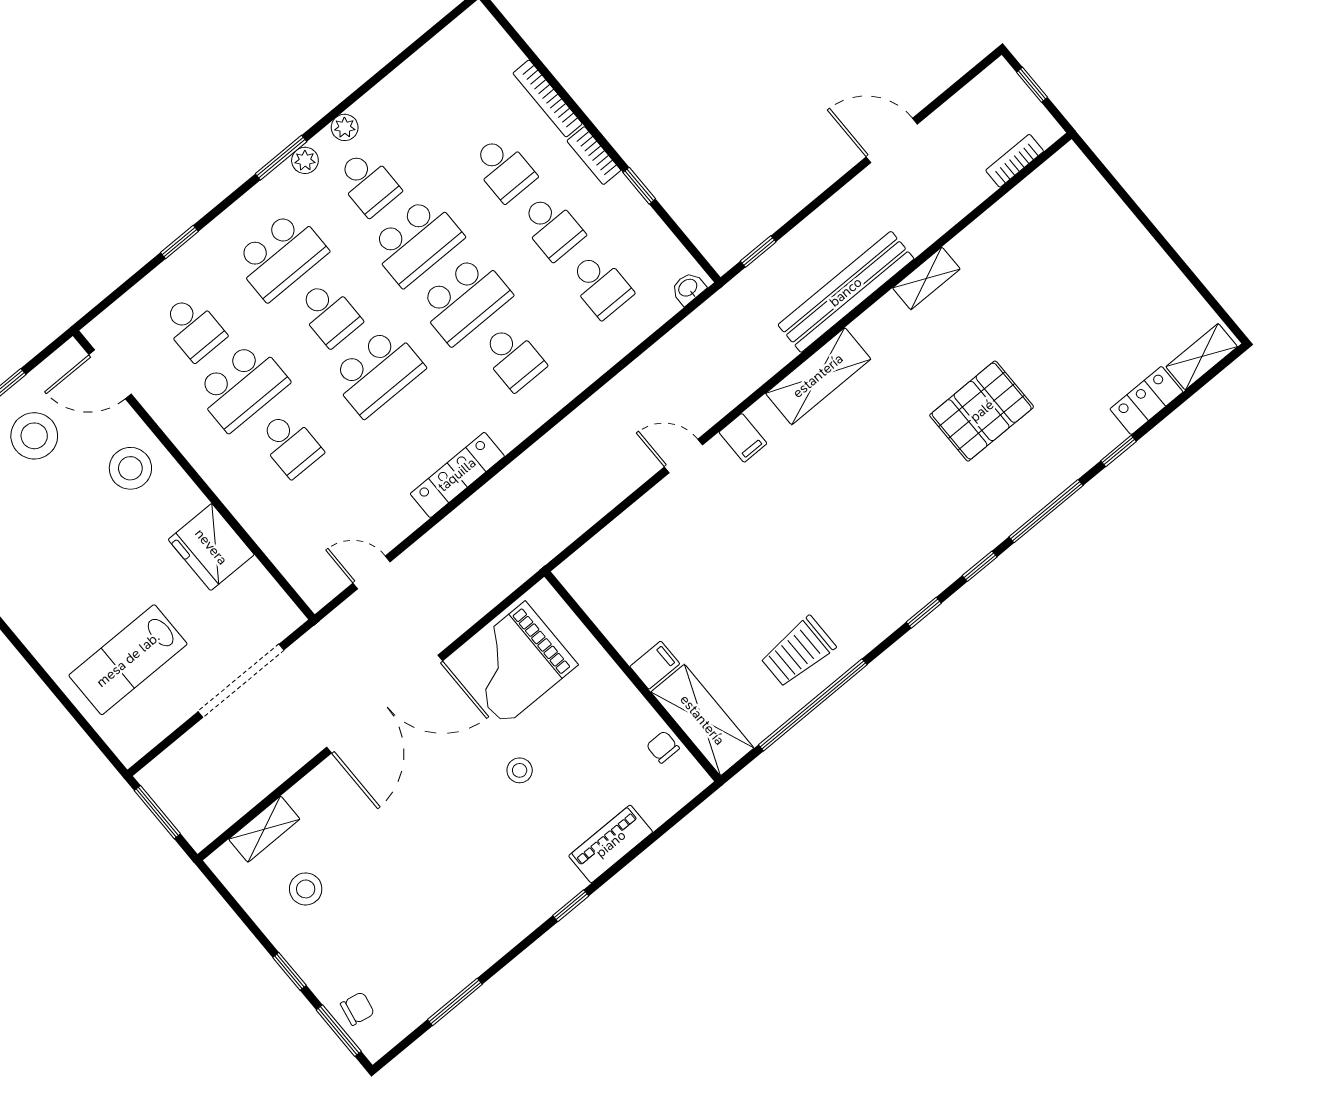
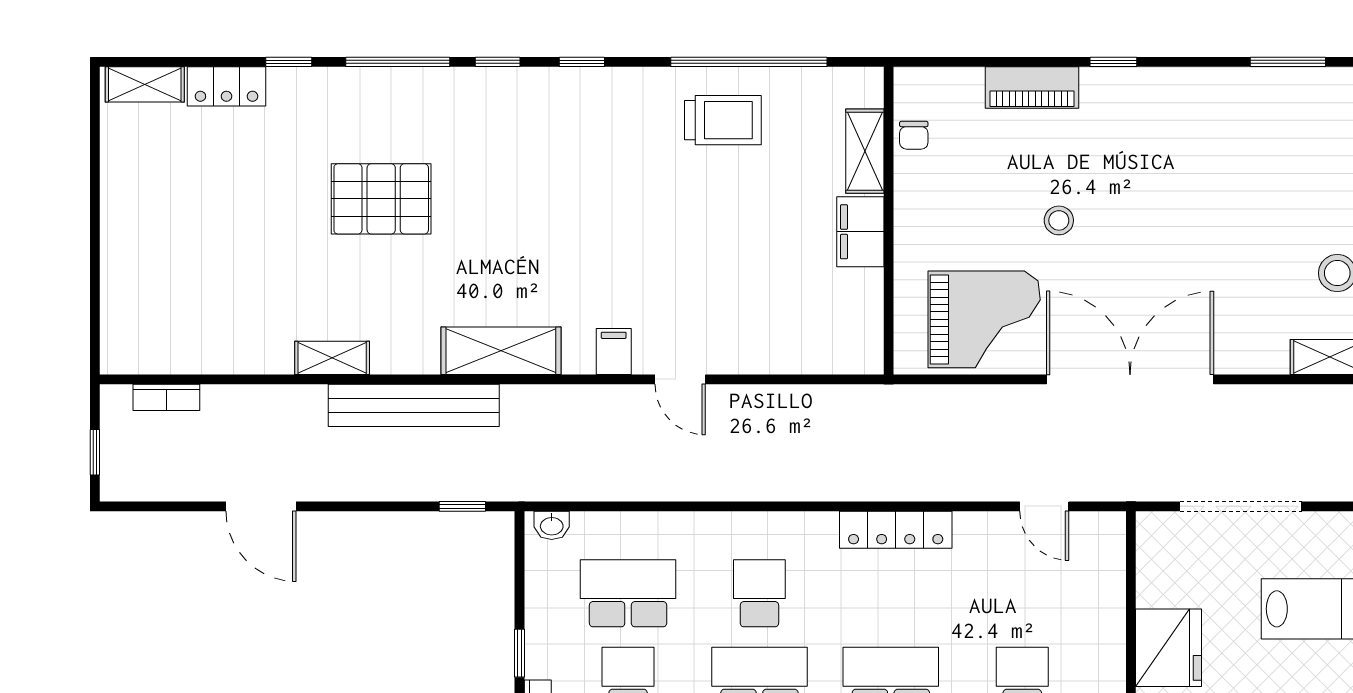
school desk: (600, 285) -> (628, 593), width x1.85
filing cabinet: (655, 665) -> (860, 232), width x2.00
shelving: (702, 720) -> (865, 151), width x0.67, depth x0.75

